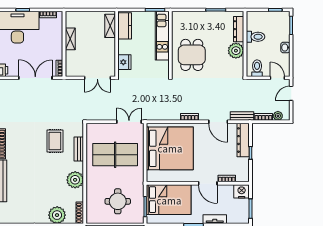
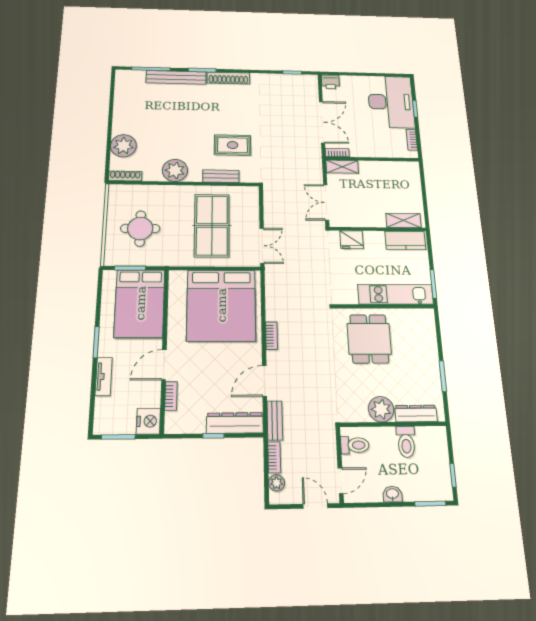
shelving: (70, 39) -> (342, 167), moved
dining table: (192, 55) -> (369, 339), turned 90

